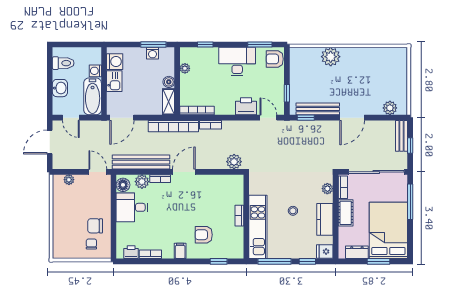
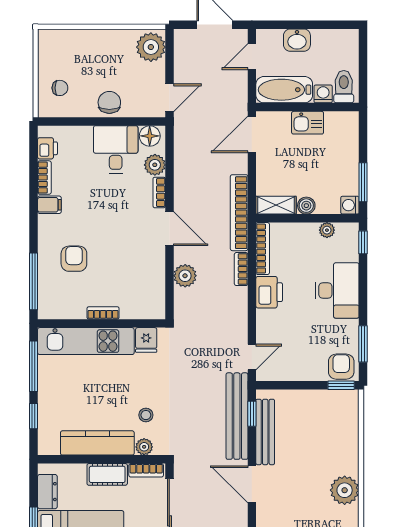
window: (205, 45) -> (363, 242), moved
washing machine: (153, 53) -> (350, 205), moved
plant: (331, 57) -> (345, 490), moved
washing machine: (115, 62) -> (337, 123), removed
desk: (237, 62) -> (337, 290), moved
toilet: (63, 63) -> (344, 87), moved, turned 180
window: (287, 93) -> (341, 385), moved
printer: (246, 106) -> (269, 292), moved
door: (122, 118) -> (252, 134), hinge flipped
bench: (141, 162) -> (237, 416), moved
plant: (234, 162) -> (185, 276), moved
plant: (69, 180) -> (151, 47), width x1.88, depth x1.88
stool: (293, 211) -> (146, 415), moved
kitchen counter: (325, 219) -> (97, 443), width x1.50
chair: (95, 226) -> (109, 102), moved
filing cabinet: (180, 251) -> (49, 205), moved
fridge: (325, 252) -> (146, 340), moved, turned 180
window: (219, 261) -> (34, 281), width x2.17

